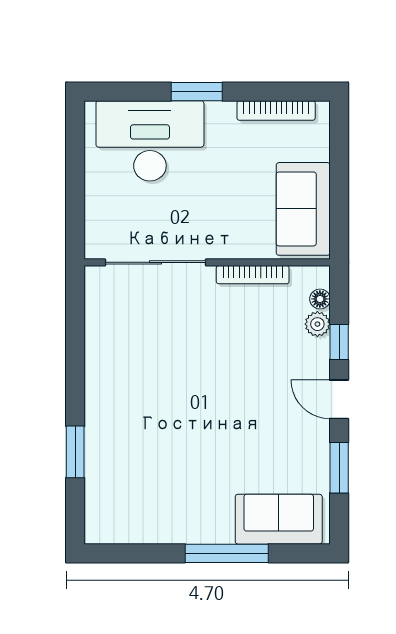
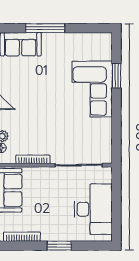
desk: (150, 141) -> (93, 209), moved, turned -90
corner sofa: (127, 424) -> (92, 89), added

